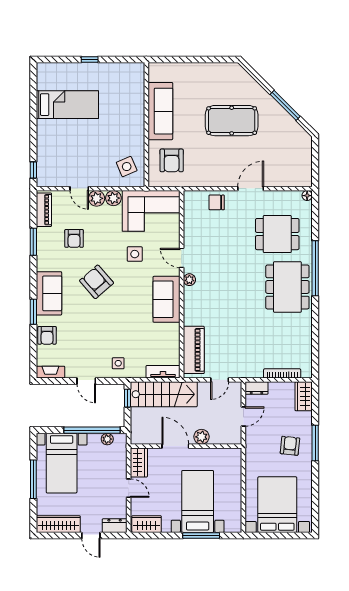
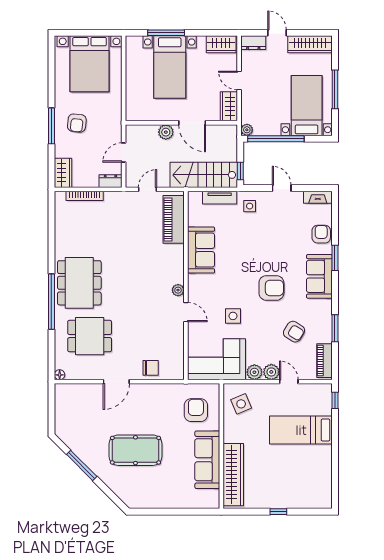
wardrobe: (134, 96) -> (233, 475), added
bed: (67, 105) -> (301, 430), moved
armchair: (74, 238) -> (294, 332), turned 122
armchair: (97, 282) -> (271, 288), turned -49
sofa: (166, 299) -> (201, 250), moved
tv unit: (163, 372) -> (220, 198), moved
plant: (107, 439) -> (247, 130), moved

